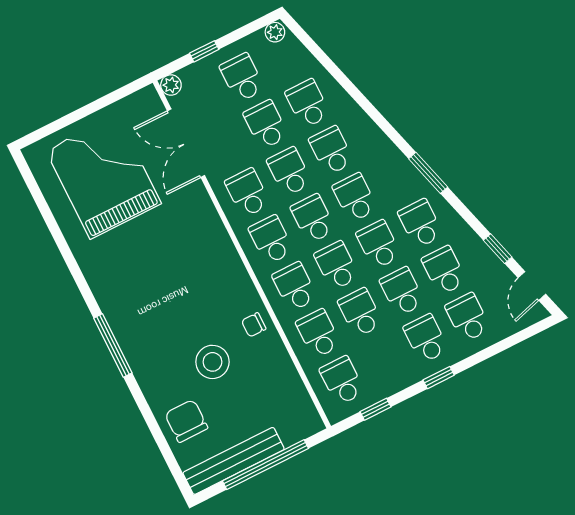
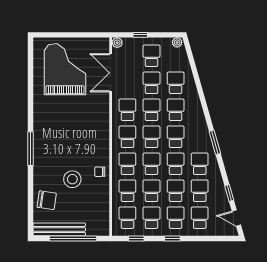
door: (532, 286) -> (236, 218), hinge flipped
school desk: (384, 360) -> (151, 218), added
chair: (186, 421) -> (47, 200), turned 98

